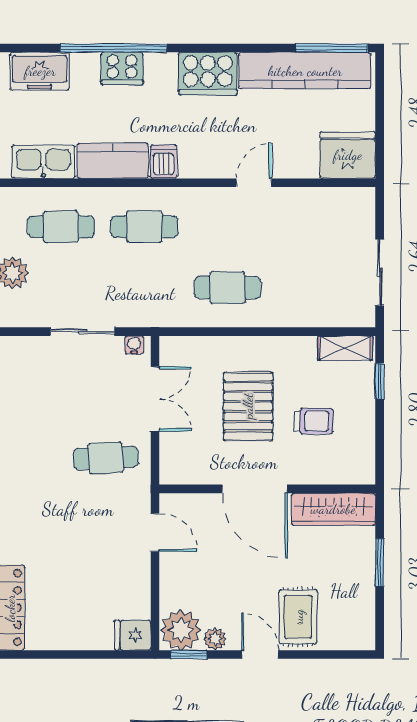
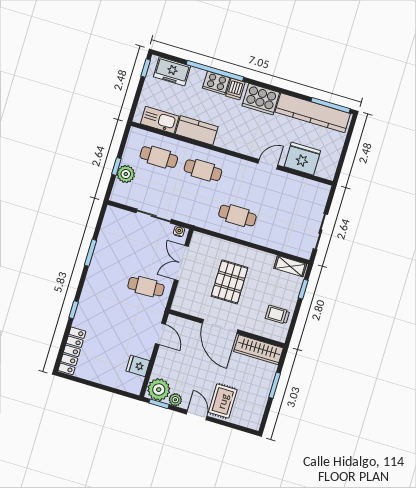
fridge: (348, 155) -> (302, 159), moved
dishwasher: (164, 161) -> (235, 89), moved, turned 180
double door: (155, 399) -> (181, 263), swing flipped
trolley: (314, 421) -> (277, 315), moved, turned 180
fridge: (133, 635) -> (138, 366), moved

